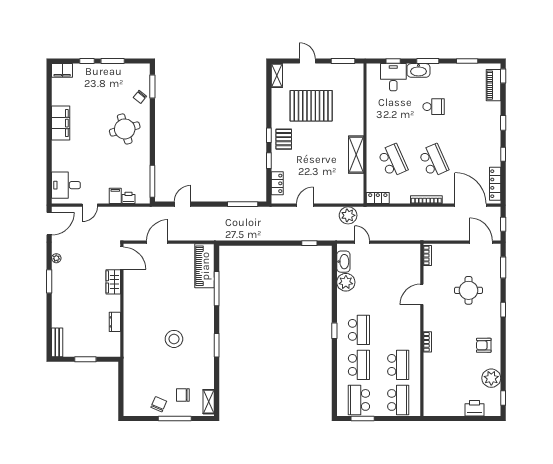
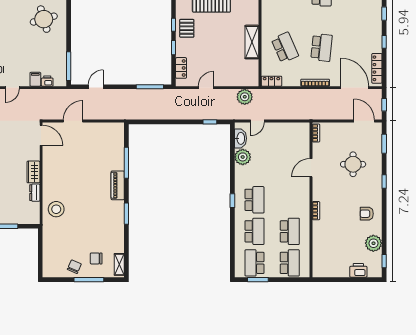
school desk: (434, 161) -> (322, 48), turned 30
door: (362, 242) -> (257, 121), swing flipped
piano: (205, 266) -> (118, 185), moved, width x0.73, depth x0.75
wardrobe: (113, 282) -> (33, 172), moved
stool: (174, 339) -> (56, 209), moved

